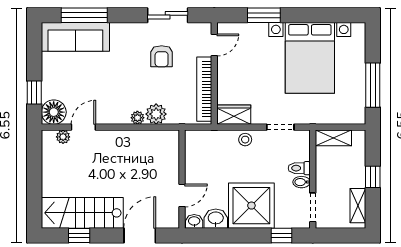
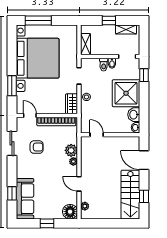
window: (84, 15) -> (12, 193), width x0.46
bed with nightstands: (310, 58) -> (38, 58), width x1.36
window: (373, 85) -> (38, 21), moved
window: (34, 92) -> (47, 223), moved
door: (83, 127) -> (79, 184), moved
door: (182, 195) -> (97, 135), moved

